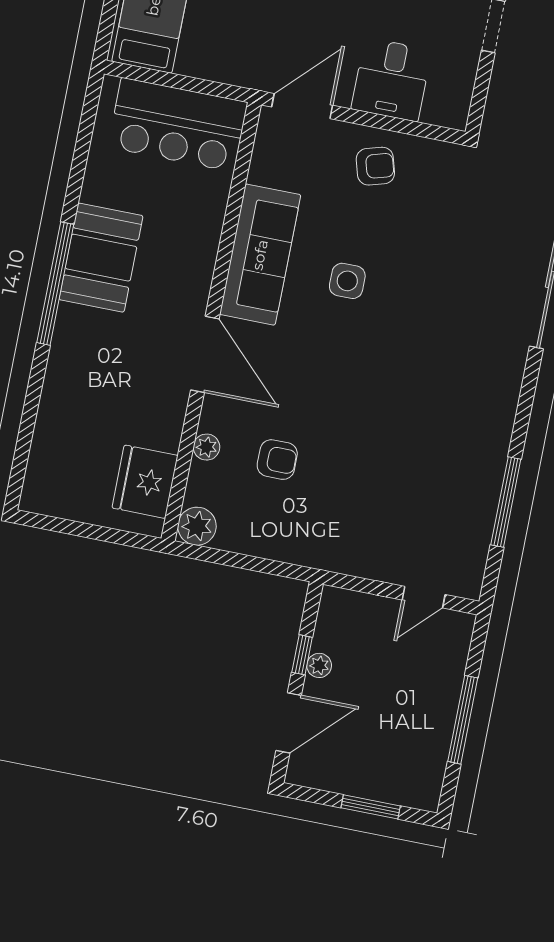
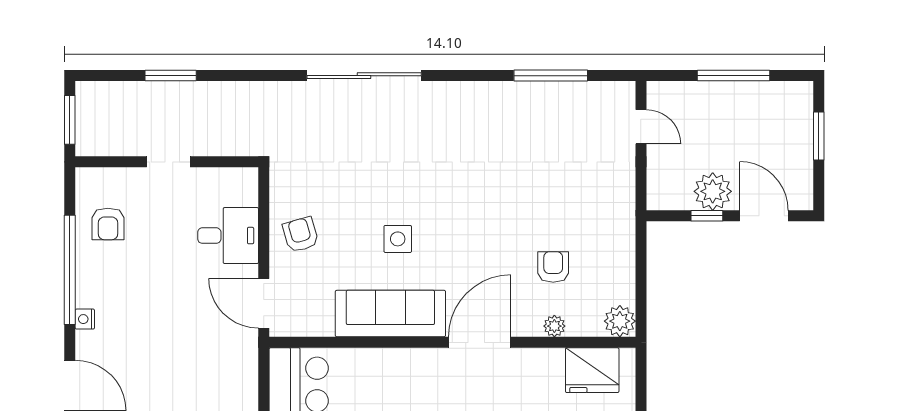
plant: (319, 665) -> (713, 191), width x1.87, depth x1.87

